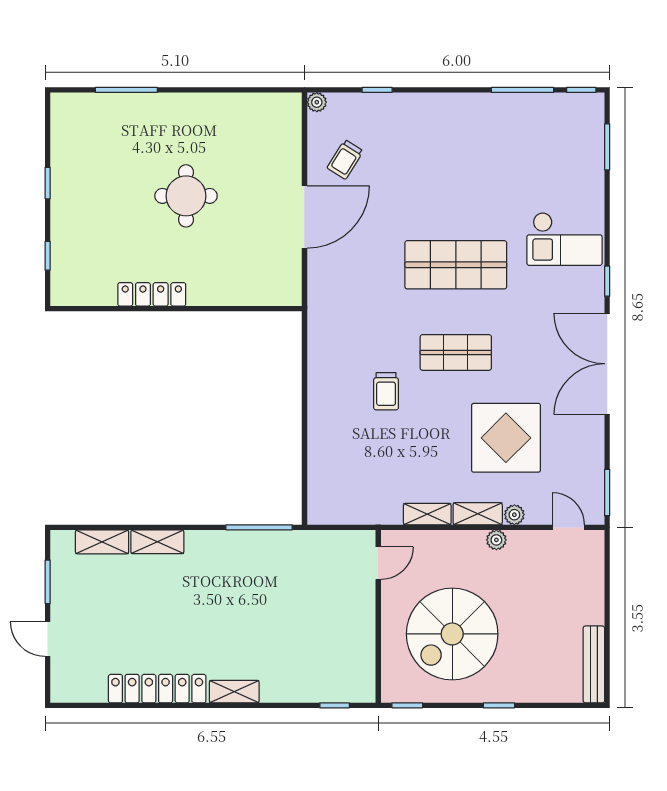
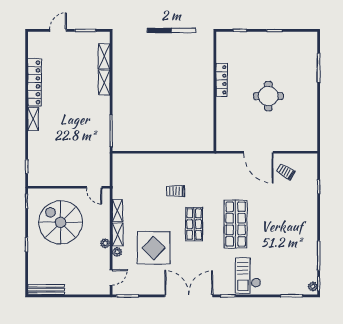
plant: (317, 102) -> (313, 286), moved

